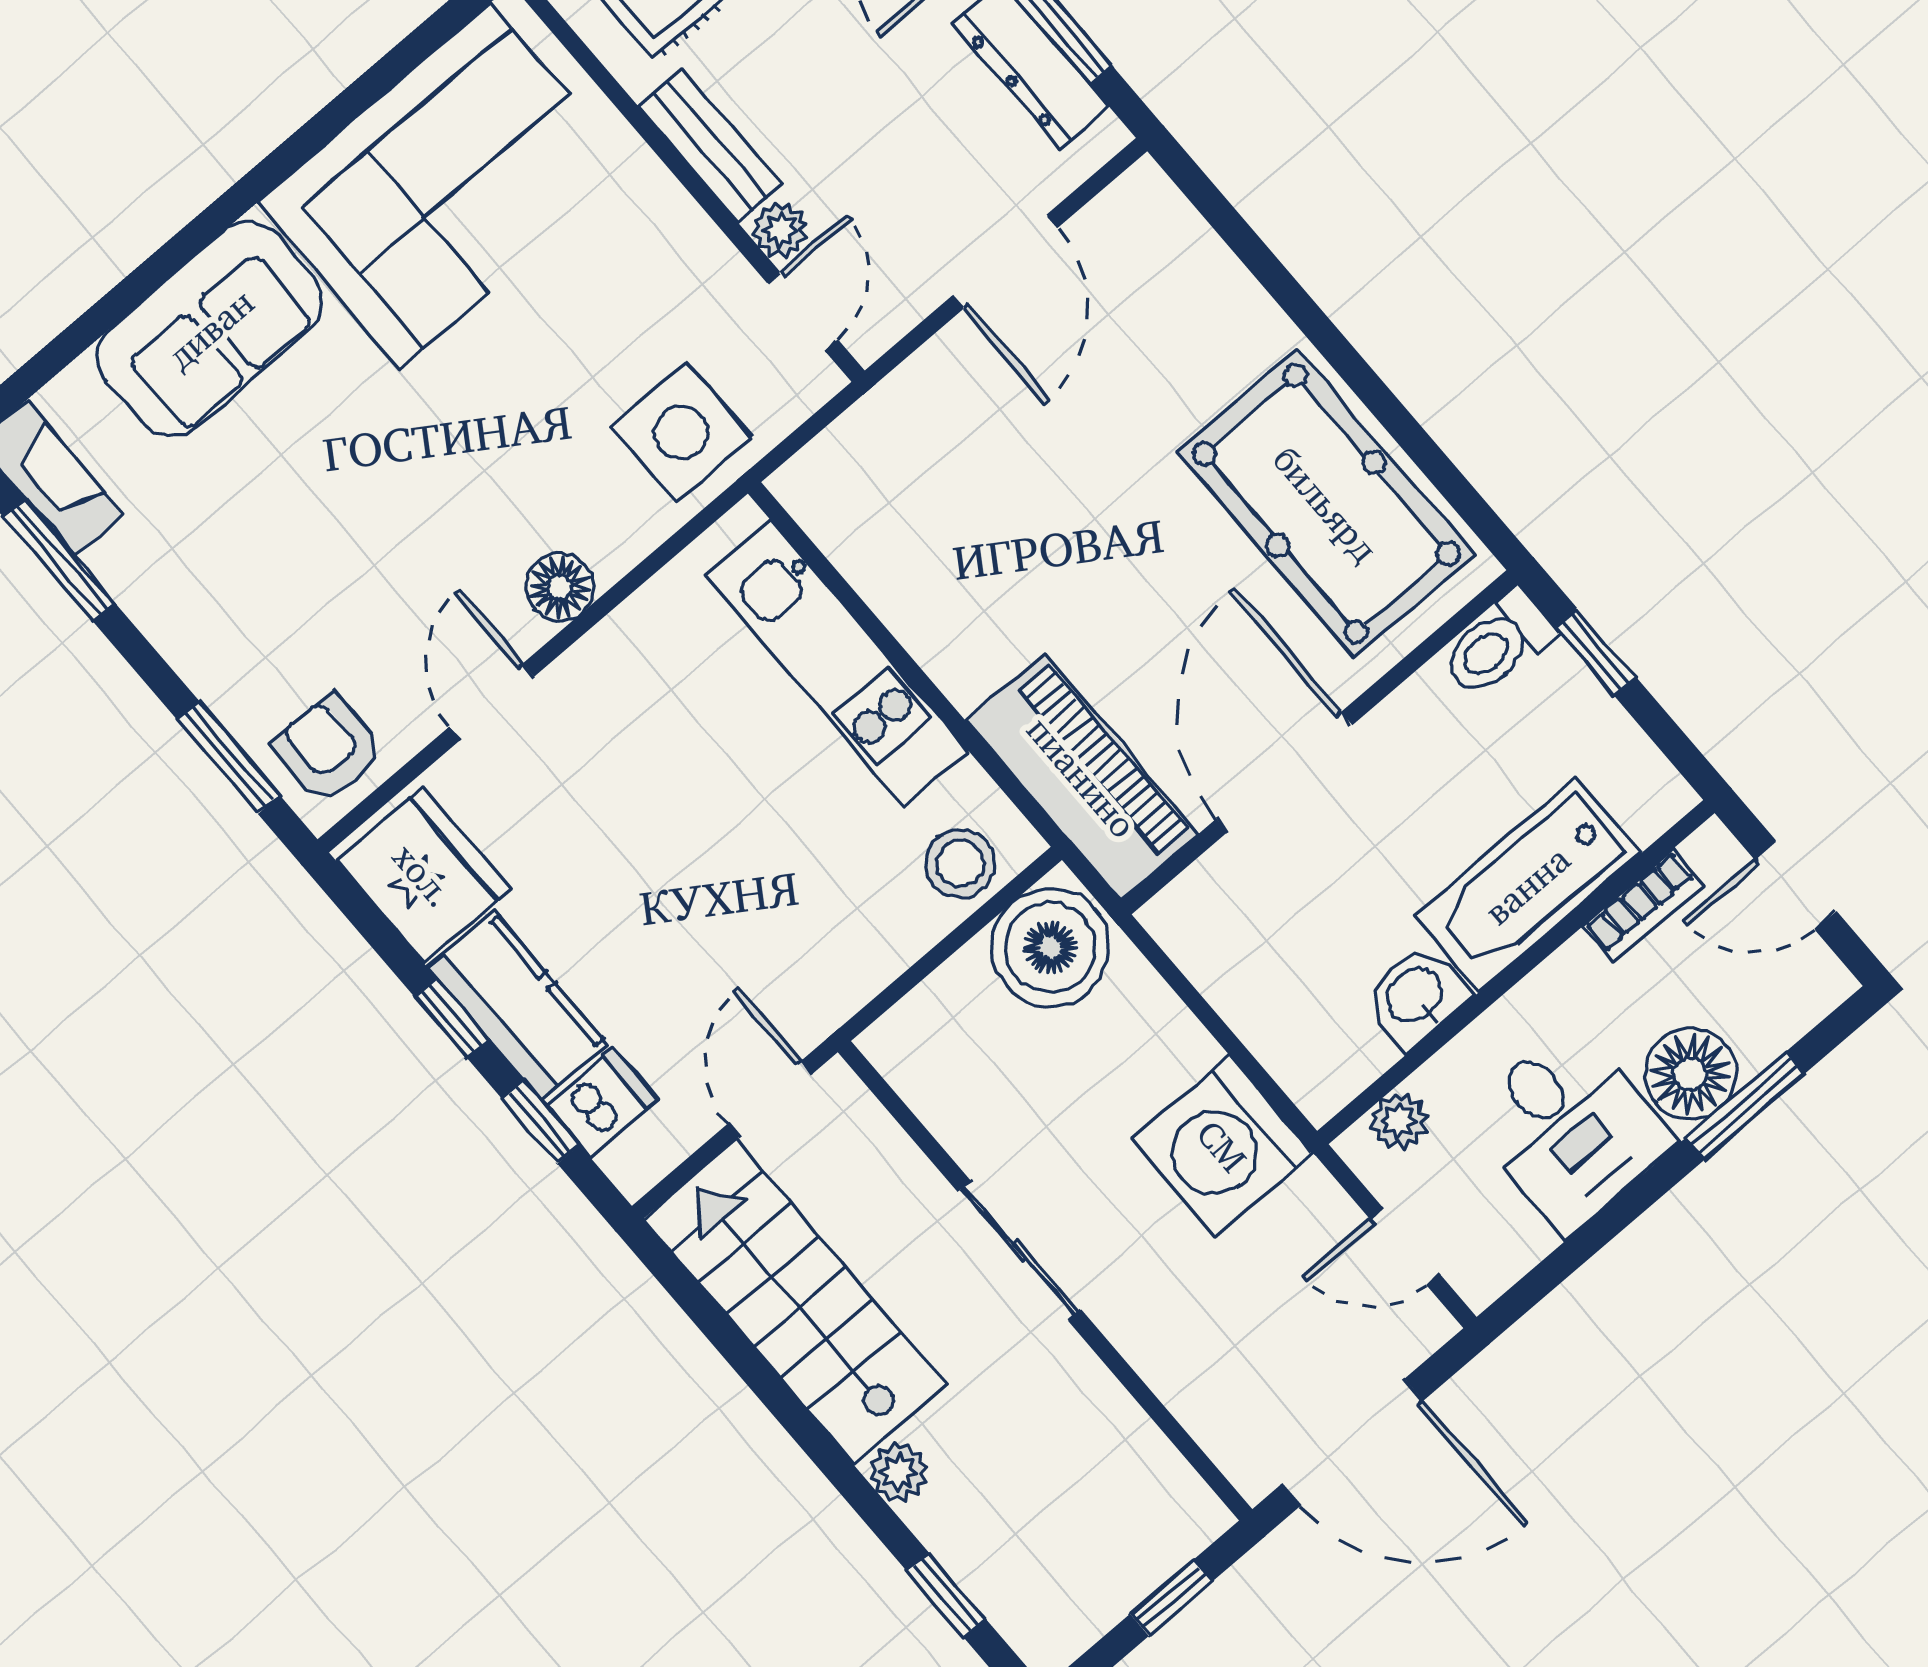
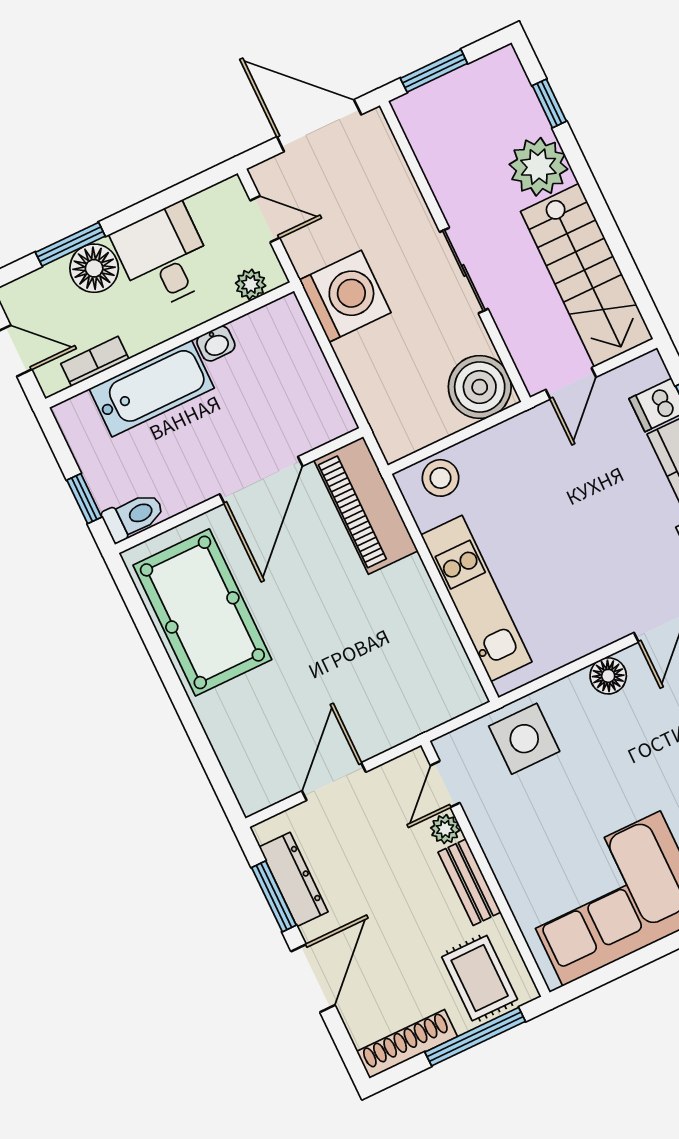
boiler: (1050, 947) -> (480, 387), moved
washbasin: (1416, 996) -> (216, 344), width x0.72, depth x0.69
plant: (899, 1472) -> (538, 167), width x1.87, depth x1.87
window: (1171, 1598) -> (434, 71), width x1.50

